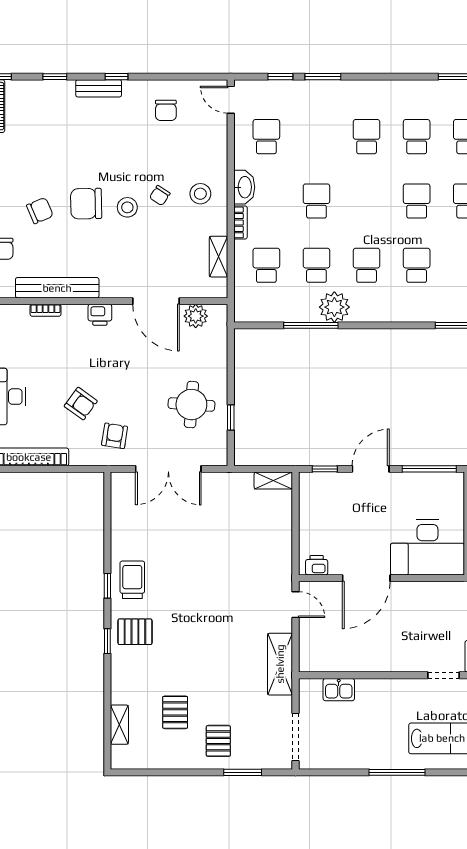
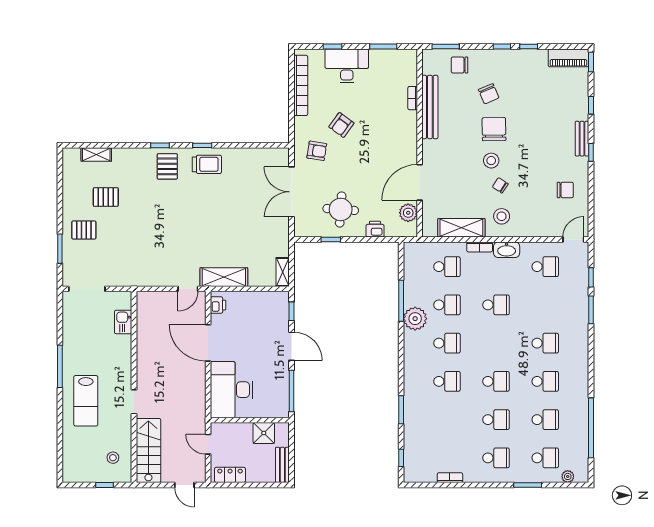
chair: (166, 110) -> (565, 190), turned 180
shelving: (219, 257) -> (461, 228), width x1.50, depth x1.33
printer: (100, 315) -> (375, 229), moved, turned 90
shelving: (280, 664) -> (224, 277), moved

